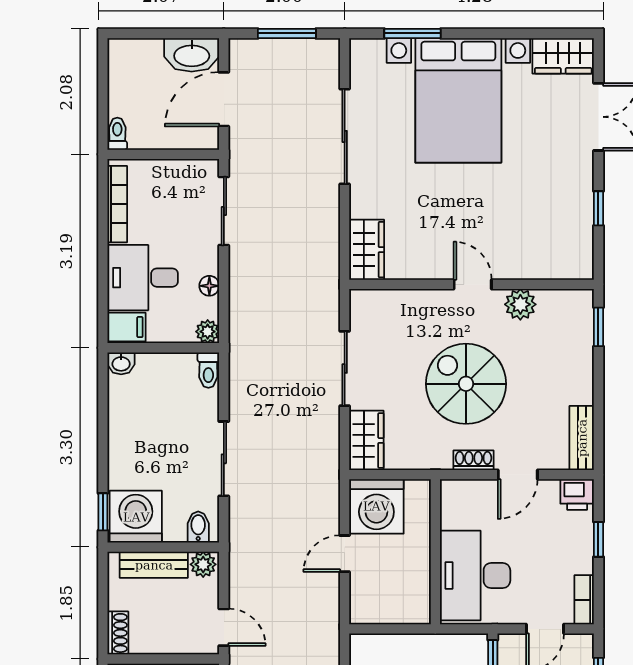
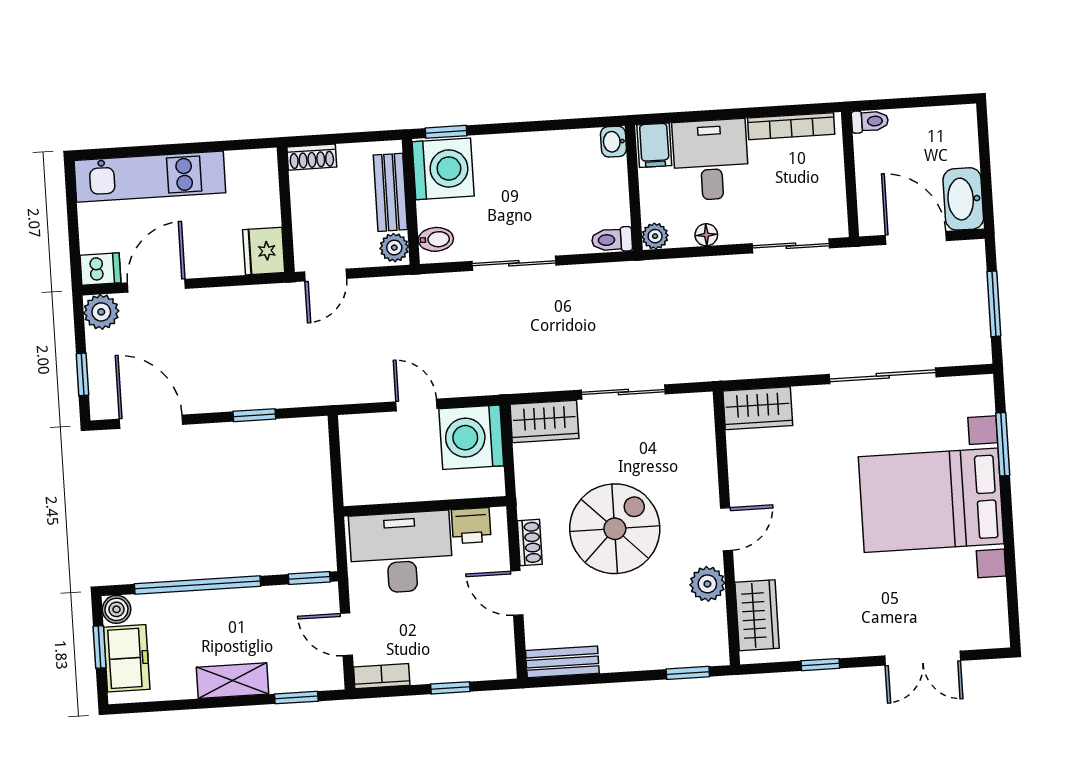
wardrobe: (563, 56) -> (757, 615), moved, turned 180
printer: (577, 494) -> (471, 526), moved, turned -90

